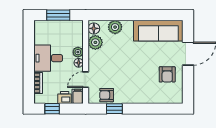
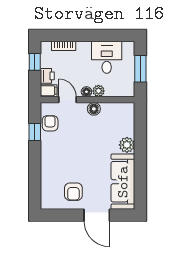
plant: (115, 27) -> (127, 145), moved
floor lamp: (94, 28) -> (94, 109), moved
plant: (95, 42) -> (110, 111), removed
desk: (48, 58) -> (107, 57), moved
armchair: (167, 74) -> (73, 192), turned -90

